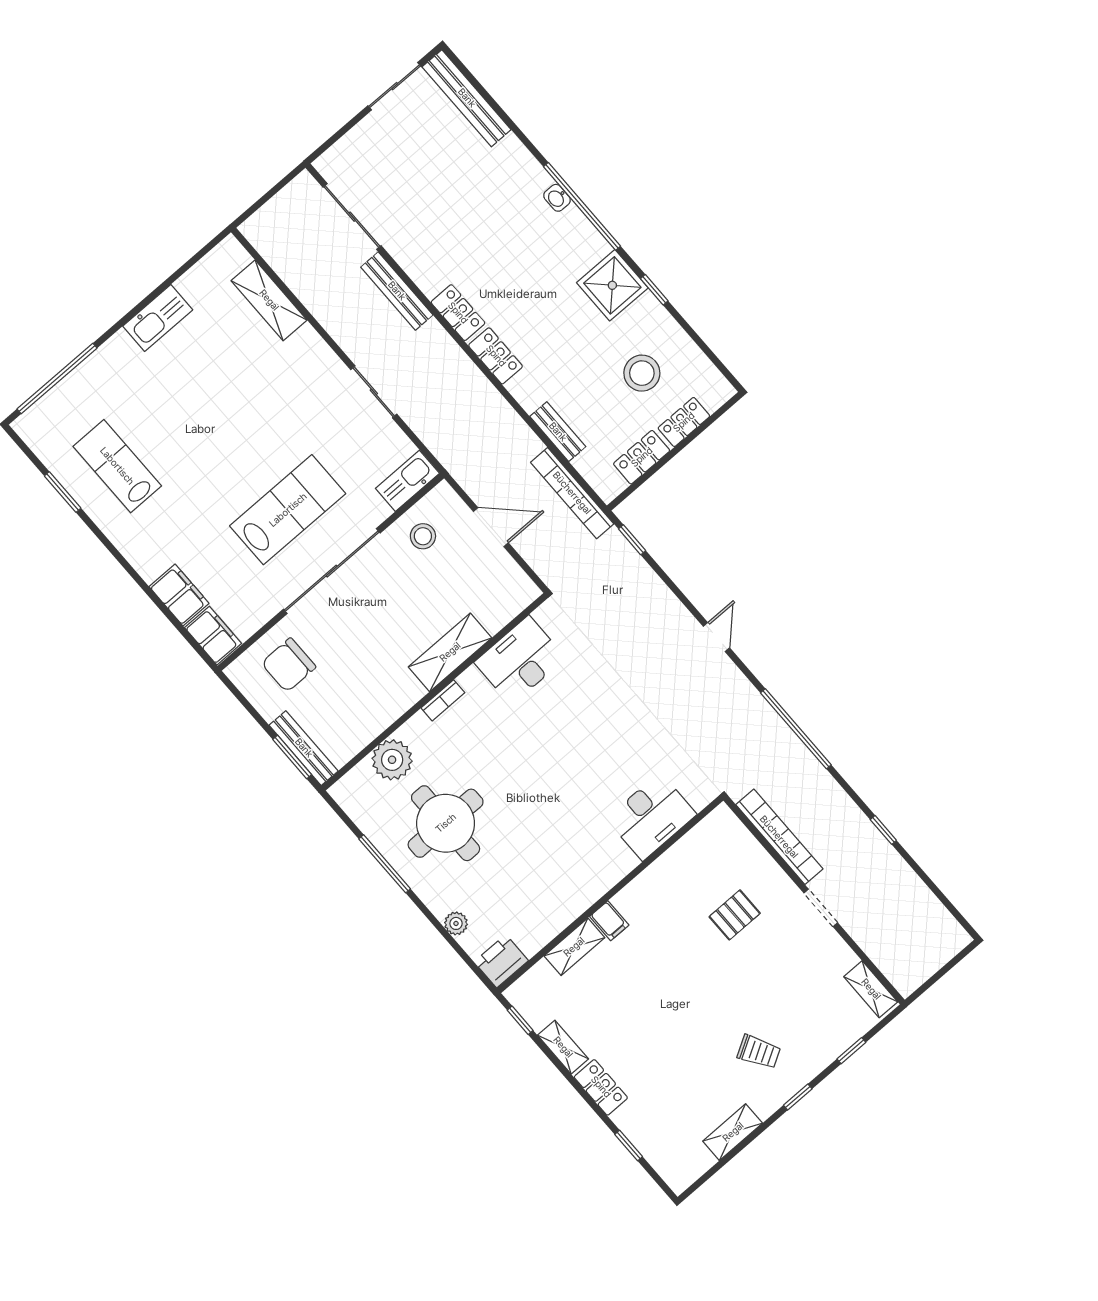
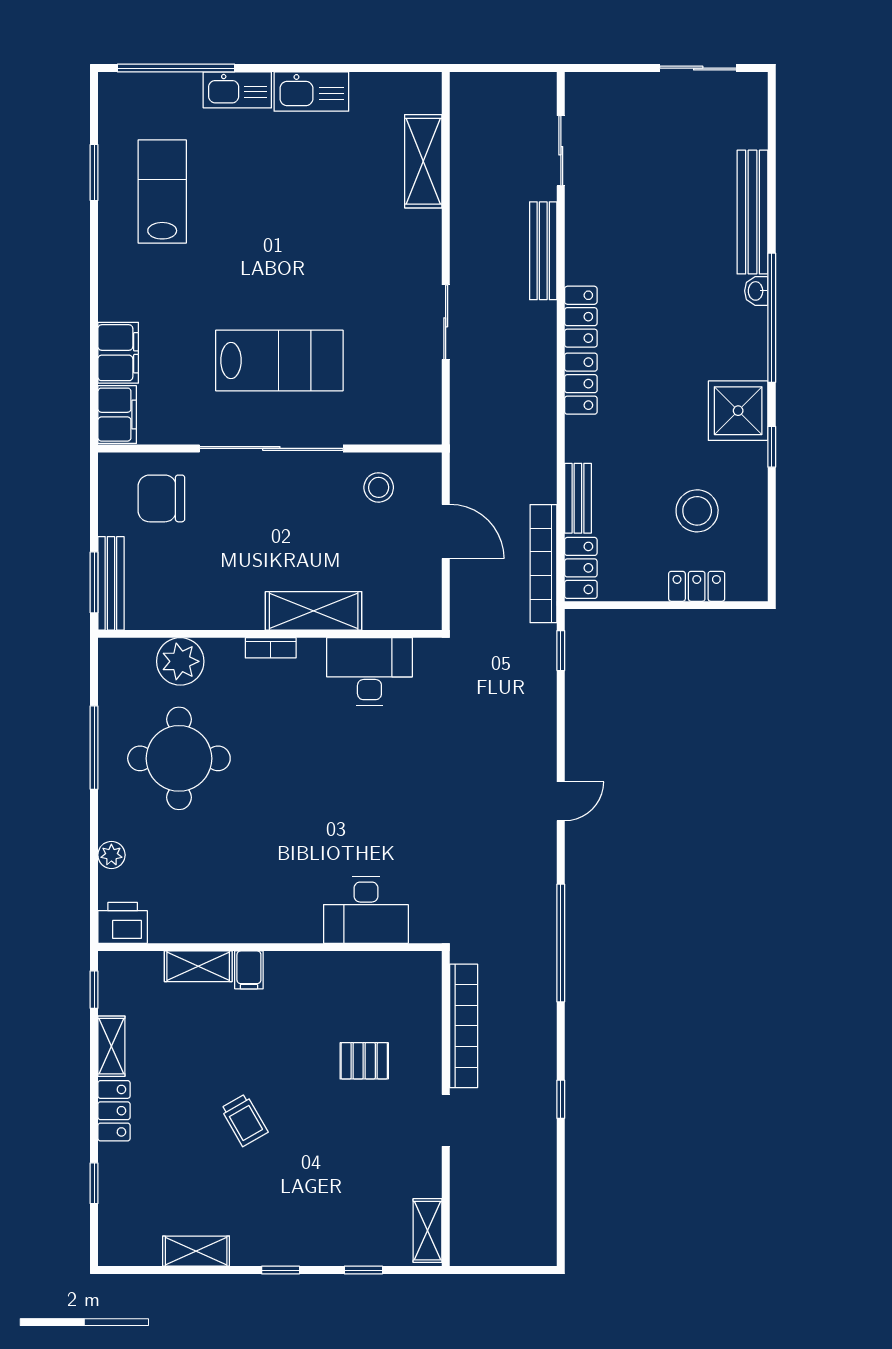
bench: (467, 98) -> (753, 212), moved
sliding door: (352, 217) -> (561, 151), width x0.73
locker: (642, 457) -> (581, 568), moved, turned 90
kitchen sink: (407, 481) -> (237, 90), moved, turned 180
trolley: (759, 1052) -> (244, 1120), moved

